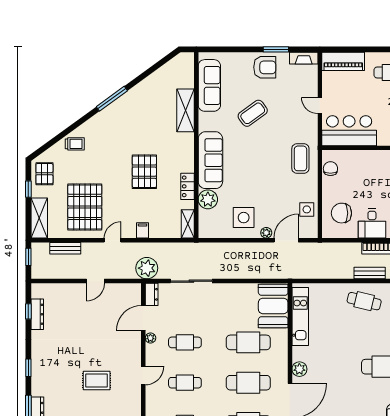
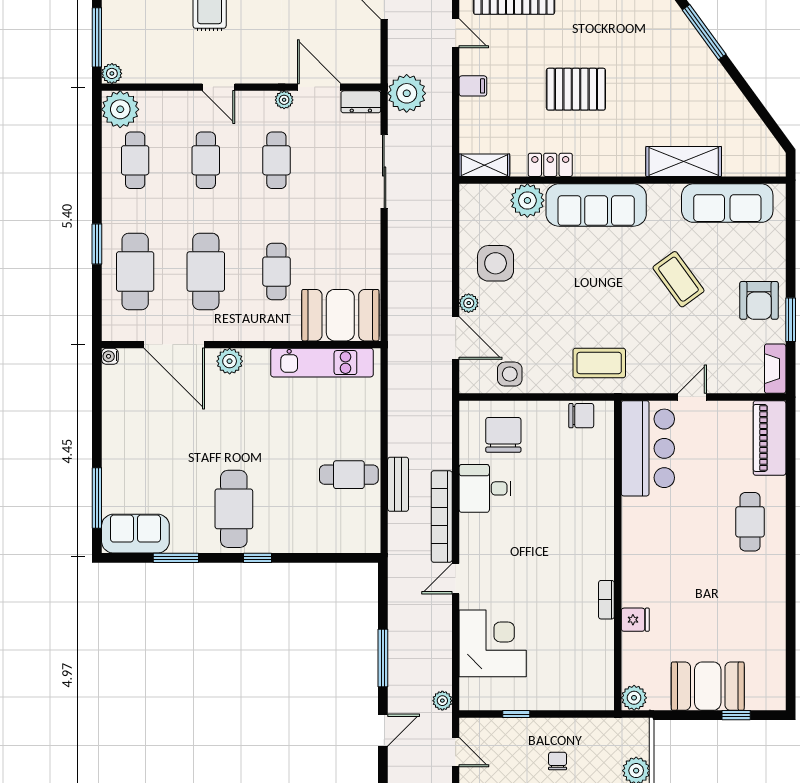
cafe table: (364, 301) -> (349, 475), turned 76
cafe table: (248, 342) -> (276, 272), width x0.73, depth x0.74

